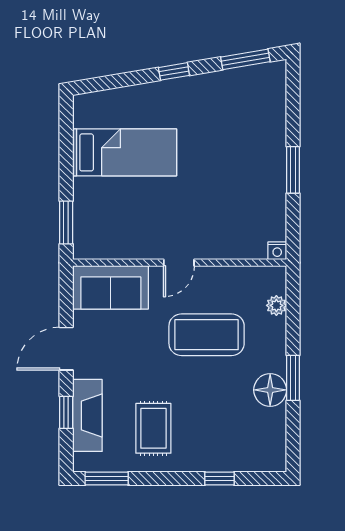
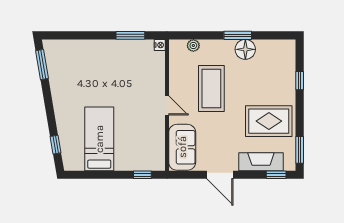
window: (174, 71) -> (56, 145), moved
window: (293, 170) -> (130, 35), moved
window: (66, 223) -> (142, 175), width x0.67
window: (66, 412) -> (276, 175), moved
rug: (153, 428) -> (269, 121), width x1.36, depth x1.43

